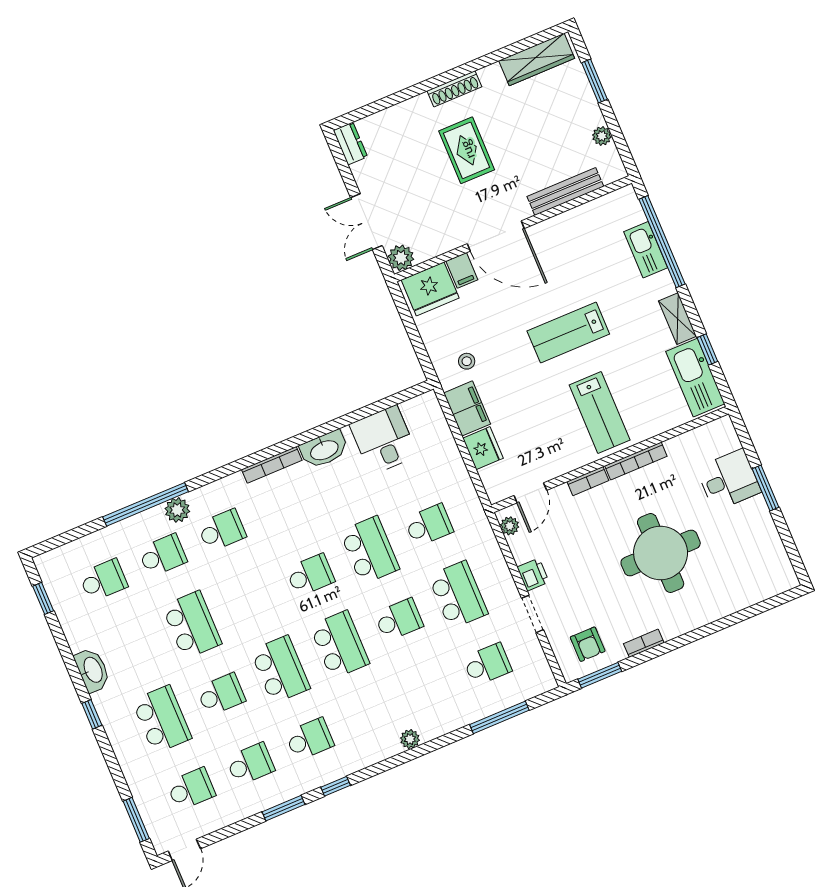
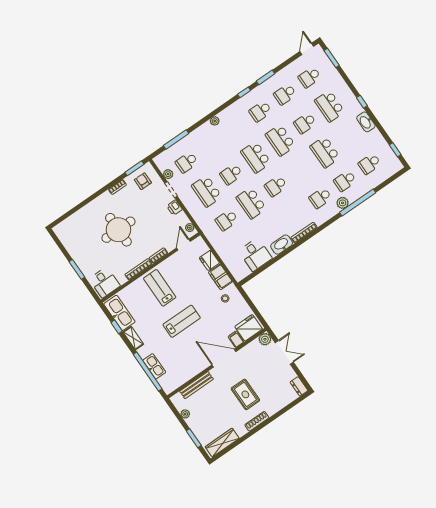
desk: (729, 480) -> (105, 282), moved, turned -90
plant: (532, 648) -> (168, 174), added

